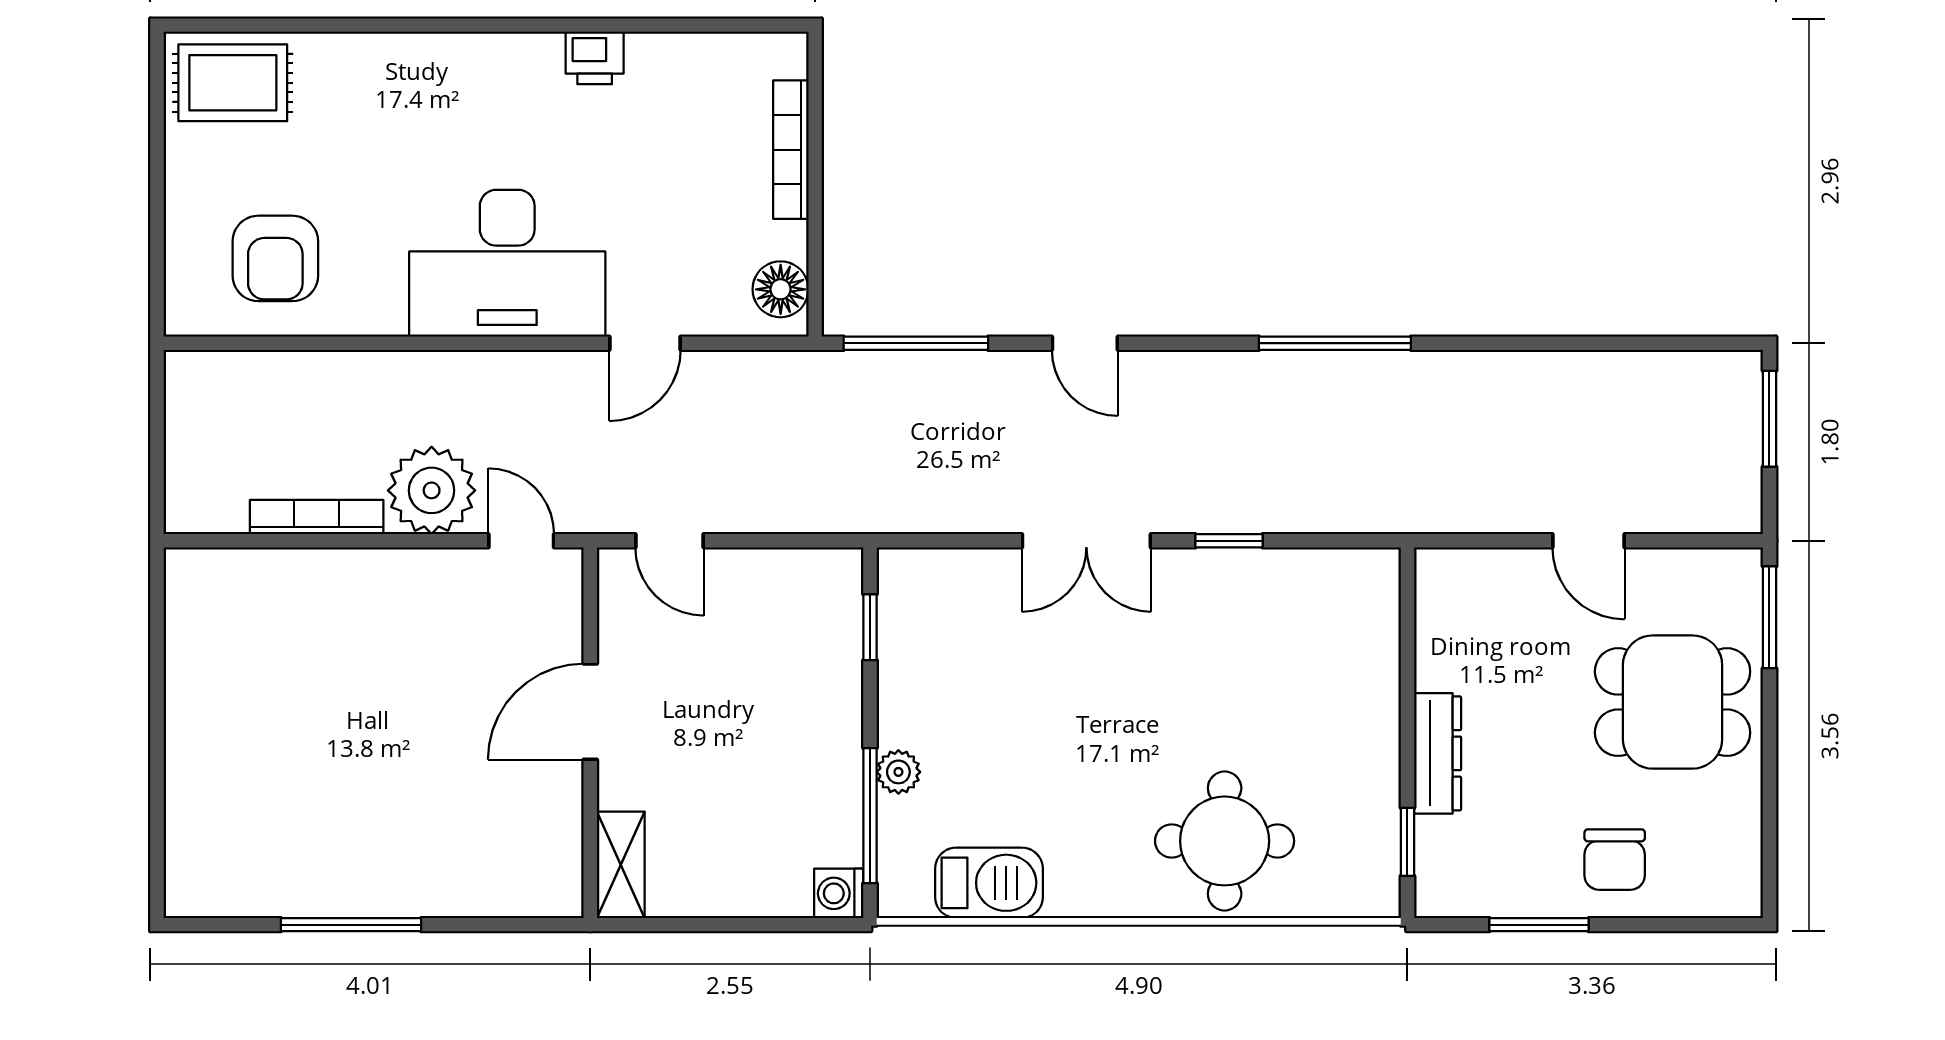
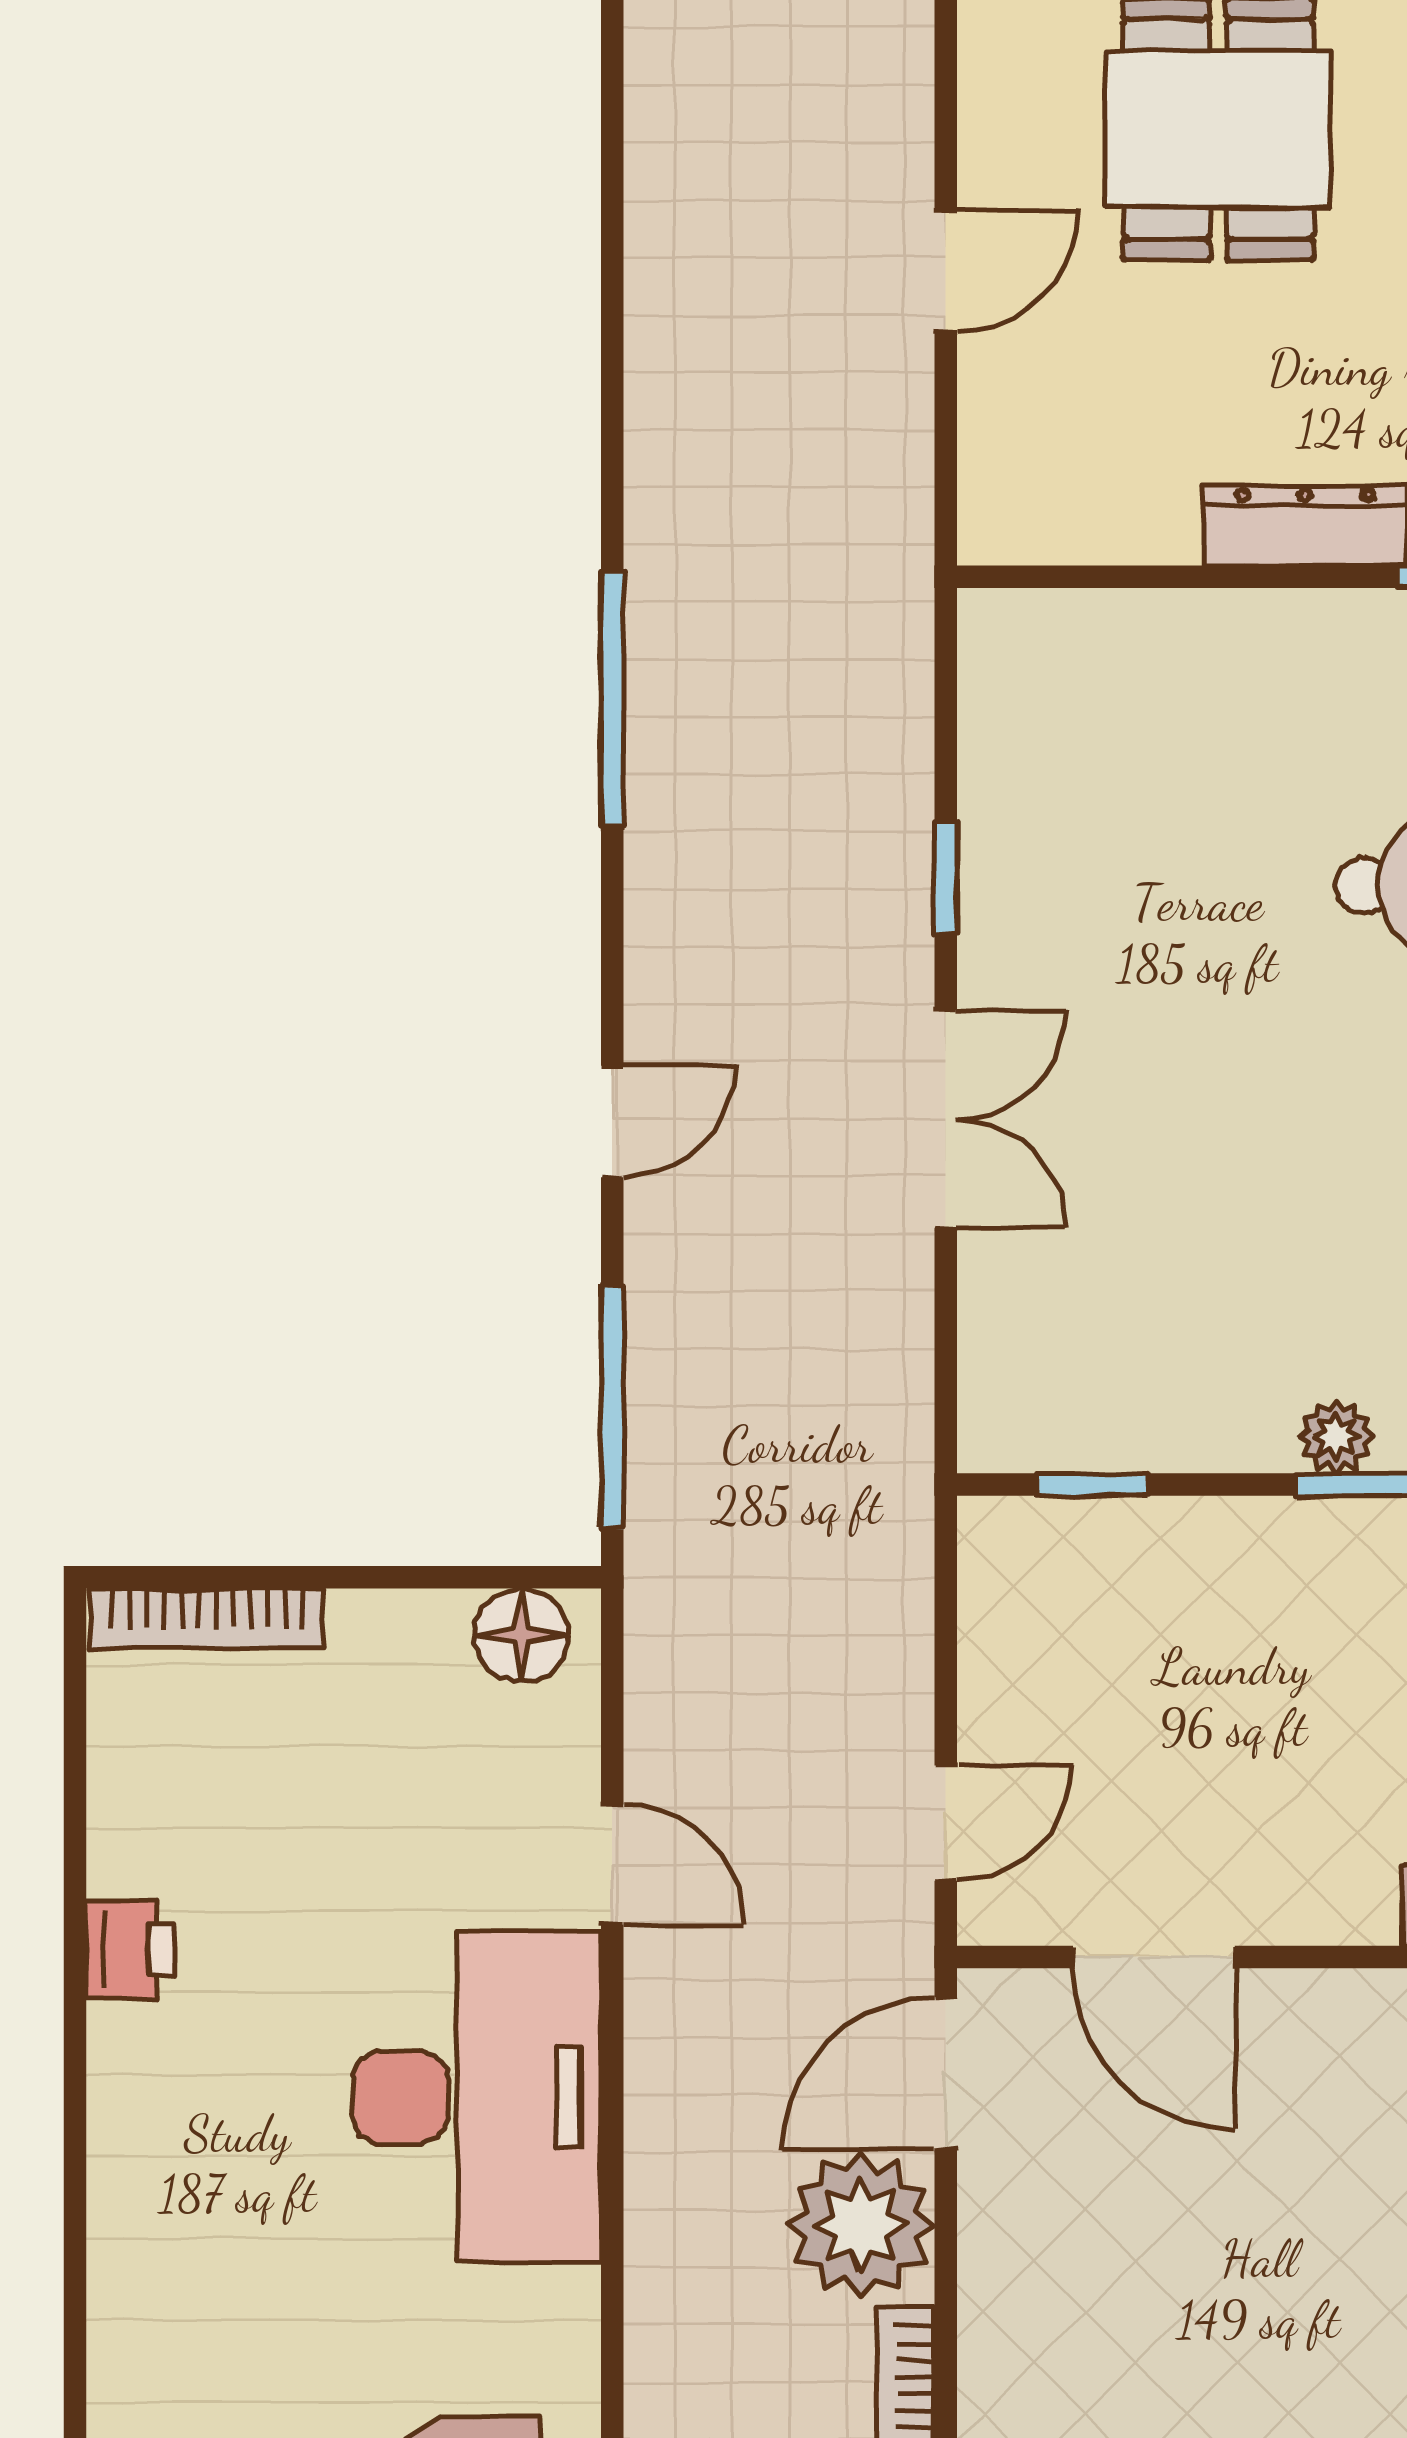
bookcase: (791, 150) -> (207, 1618), moved
door: (521, 541) -> (946, 2074), width x1.38
door: (590, 712) -> (1154, 1957), moved

